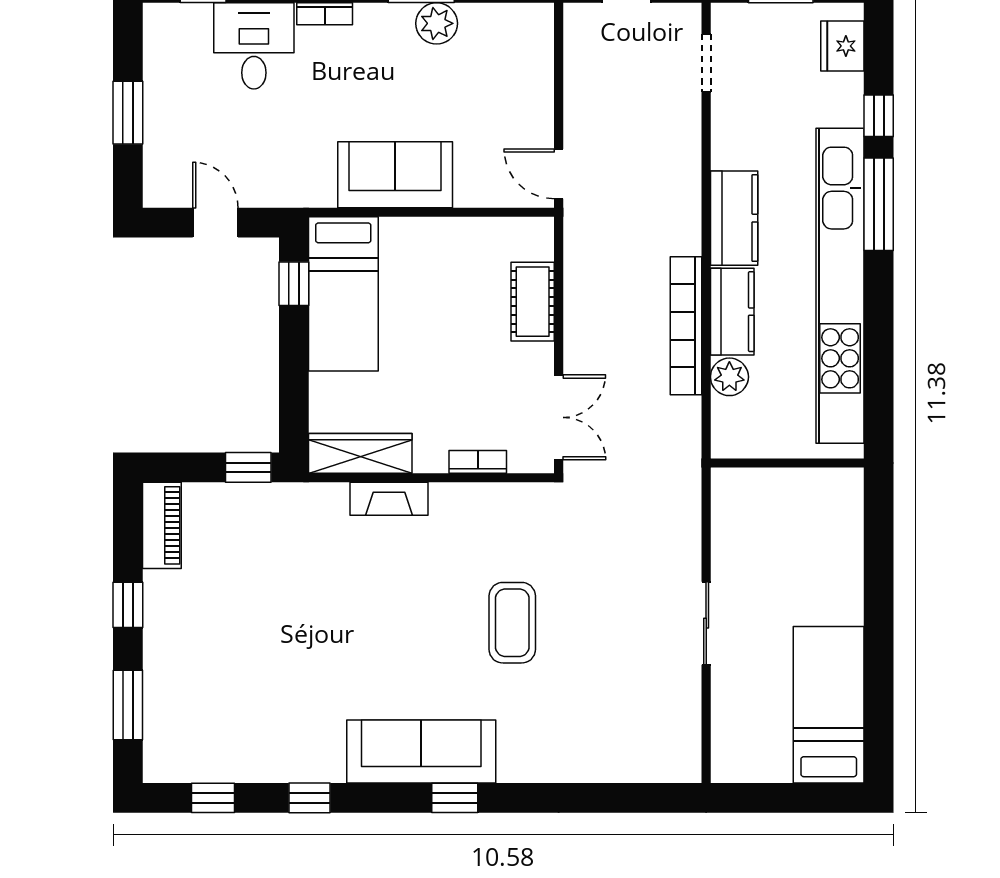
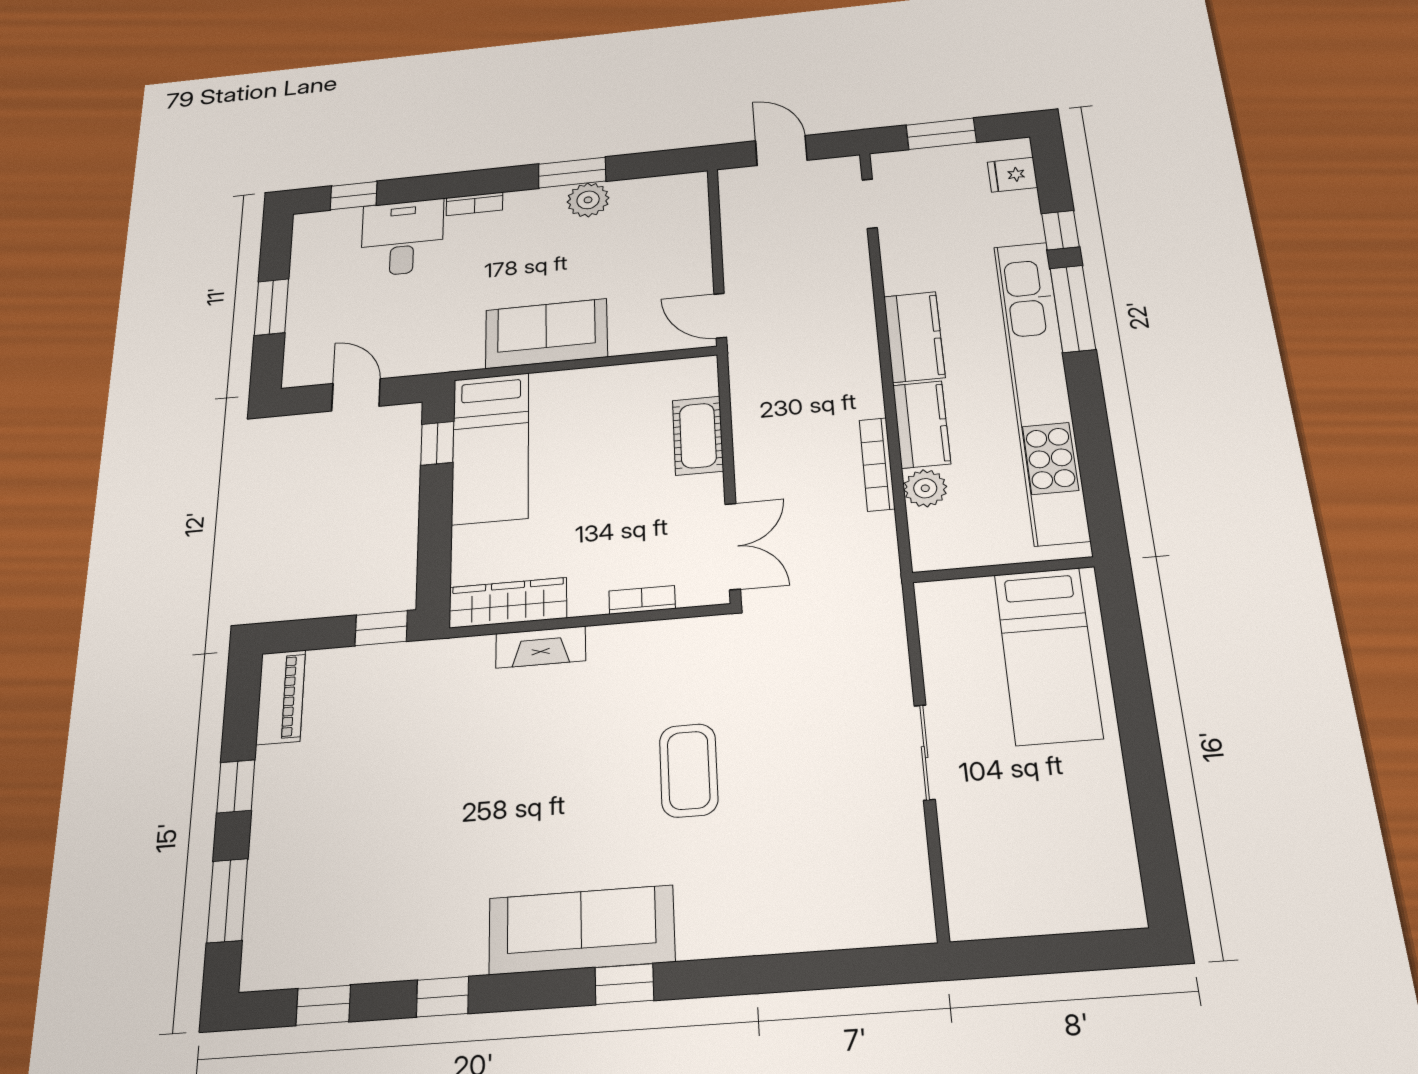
fridge: (842, 46) -> (1012, 175), width x0.72
bookcase: (686, 326) -> (877, 464), width x0.68, depth x0.76
bed: (829, 705) -> (1048, 655), moved, turned 180

